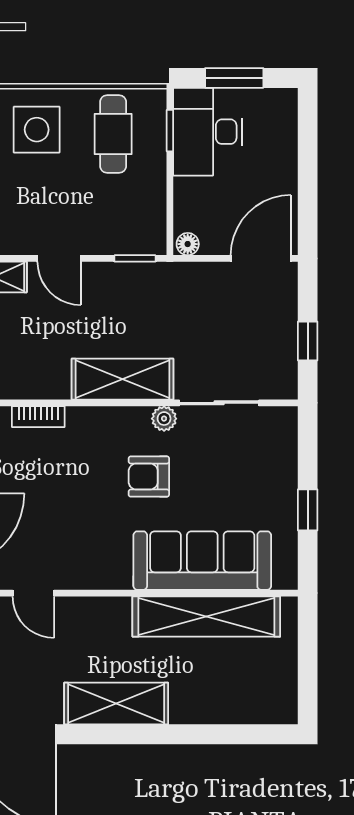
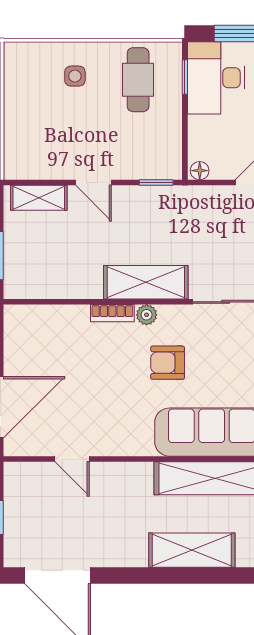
side table: (37, 130) -> (75, 76), width x0.54, depth x0.54
bookcase: (38, 417) -> (112, 313), moved
plant: (164, 419) -> (147, 315), moved
shelving: (116, 703) -> (192, 550), moved

